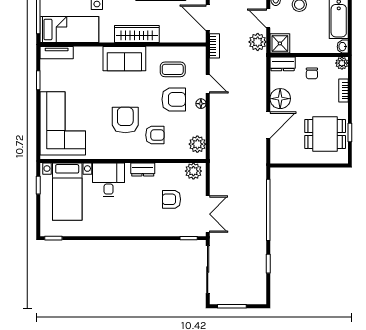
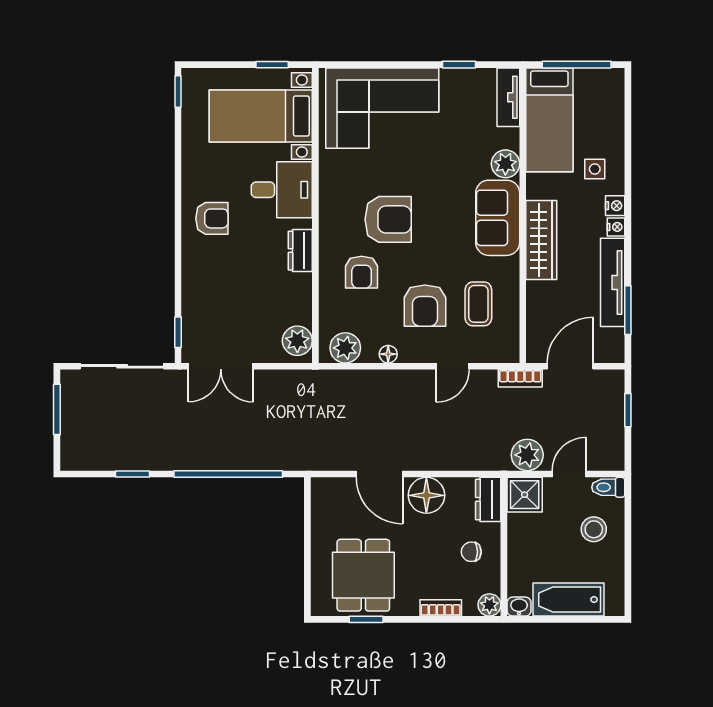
plant: (94, 54) -> (505, 164), added
floor lamp: (201, 104) -> (388, 354), moved
armchair: (171, 199) -> (212, 218), moved, turned 90

